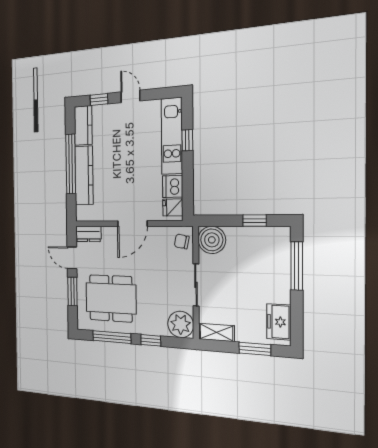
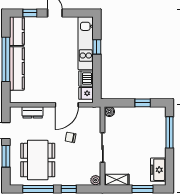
door: (132, 224) -> (67, 105), moved
dresser: (88, 234) -> (33, 112), moved
boiler: (212, 240) -> (109, 112), width x0.54, depth x0.54
chair: (182, 241) -> (71, 137), moved
dining table: (111, 298) -> (38, 160), turned 90
plant: (181, 324) -> (96, 180), width x0.53, depth x0.53

